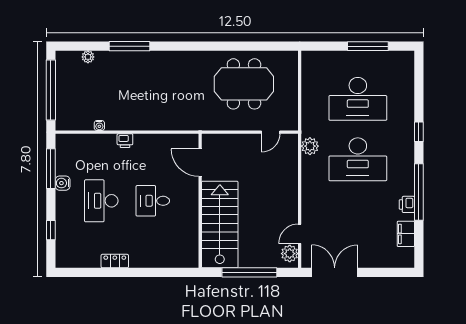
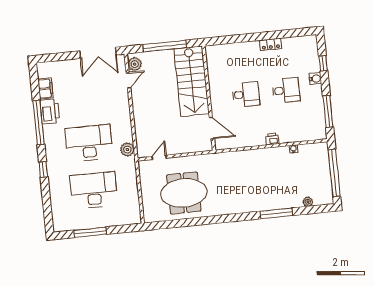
water cooler: (63, 183) -> (315, 79), moved
desk: (101, 201) -> (286, 90), width x0.73
printer: (407, 204) -> (50, 111), width x1.87, depth x1.48

